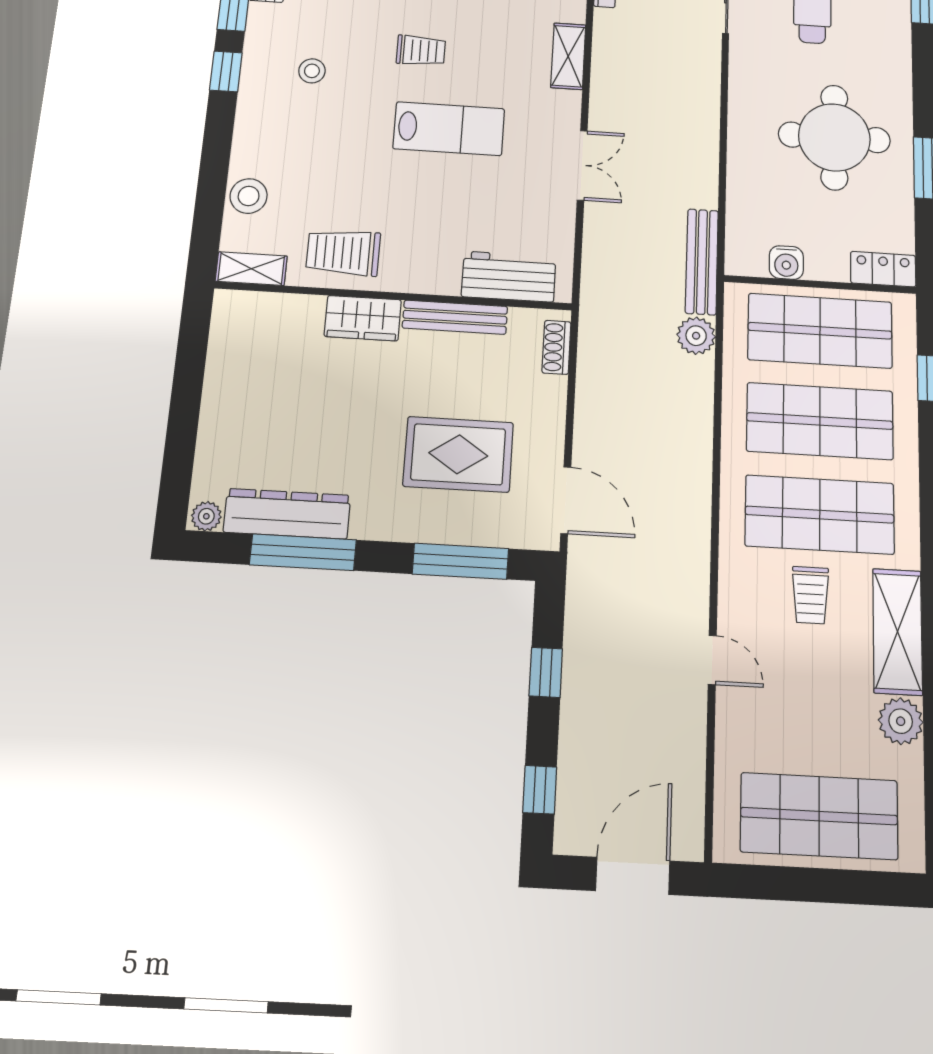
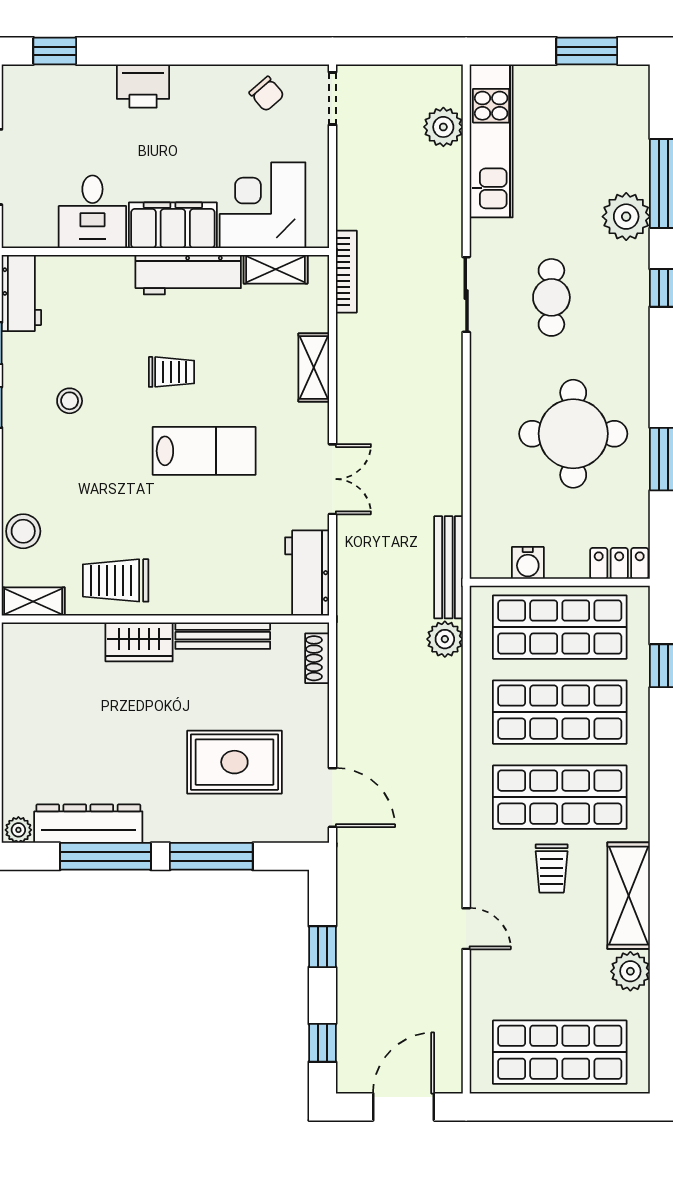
workbench: (509, 277) -> (307, 573), moved, turned -90
window: (461, 561) -> (211, 856), moved

